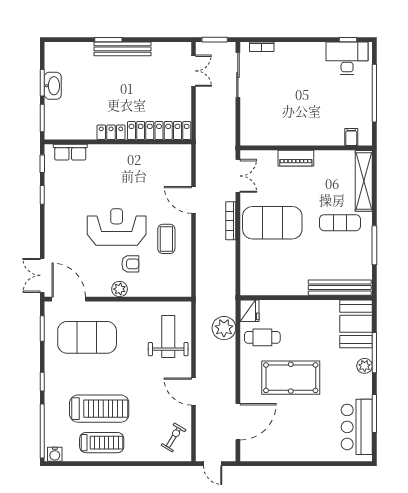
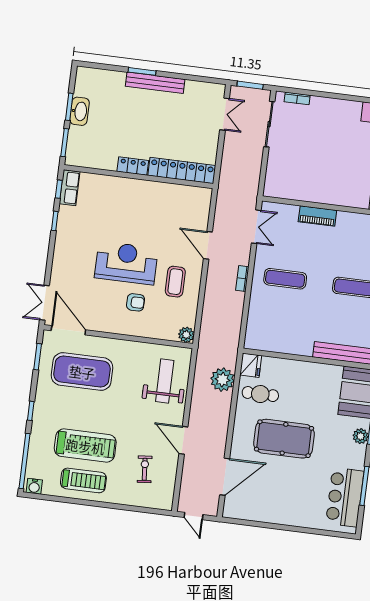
row of seats: (70, 152) -> (70, 188), moved, turned -90
bookcase: (231, 221) -> (242, 278), width x0.64
exercise mat: (272, 223) -> (285, 279), width x0.50, depth x0.69
plant: (120, 289) -> (186, 335), moved
exercise bike: (173, 437) -> (145, 469), moved, turned -36

